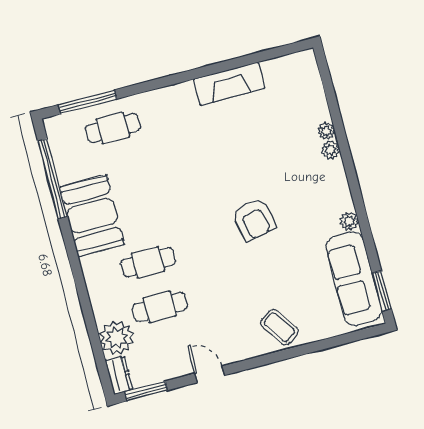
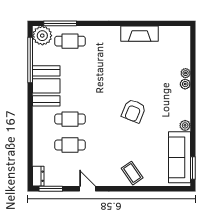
armchair: (254, 219) -> (134, 111), turned 34
plant: (117, 338) -> (42, 36), moved

